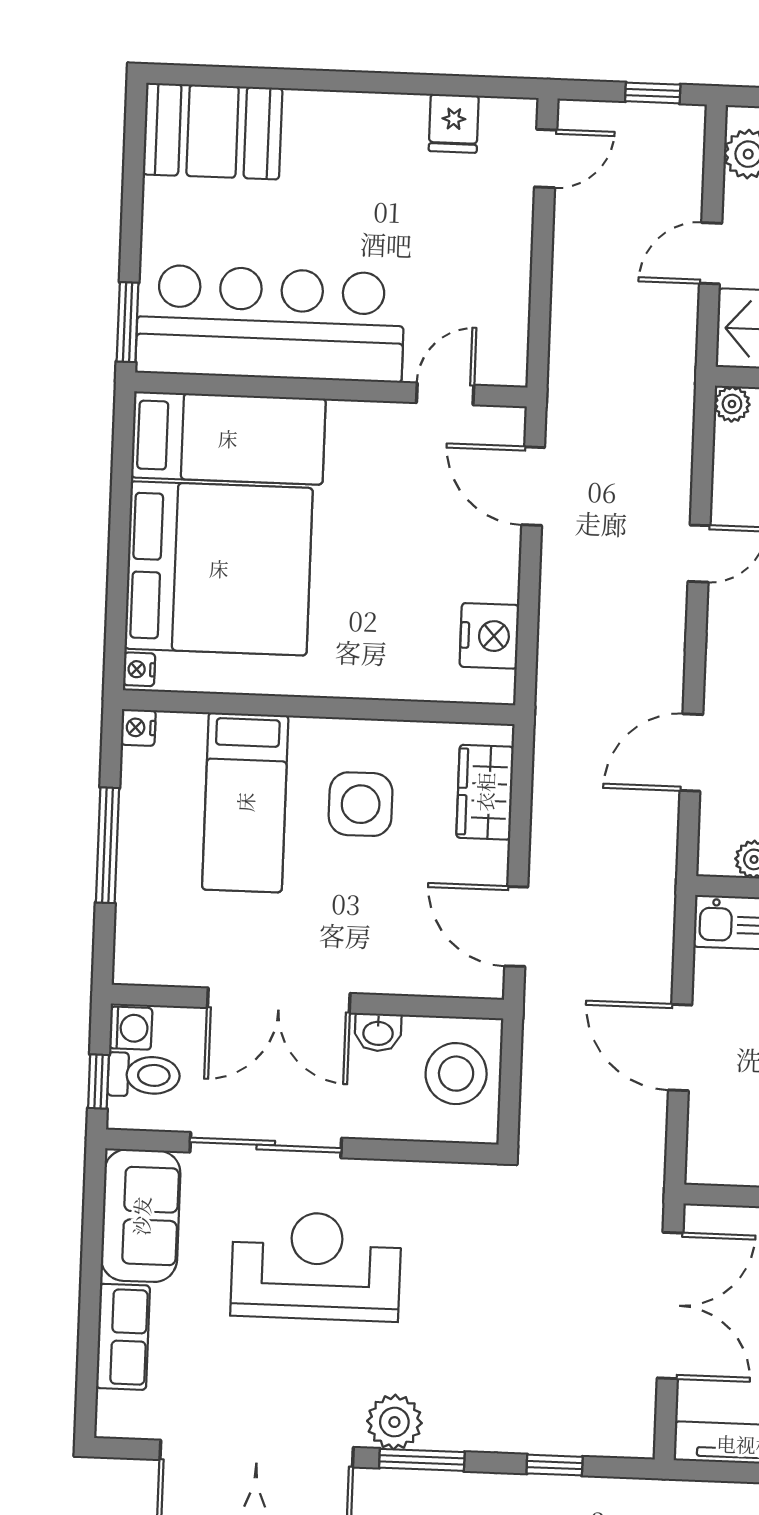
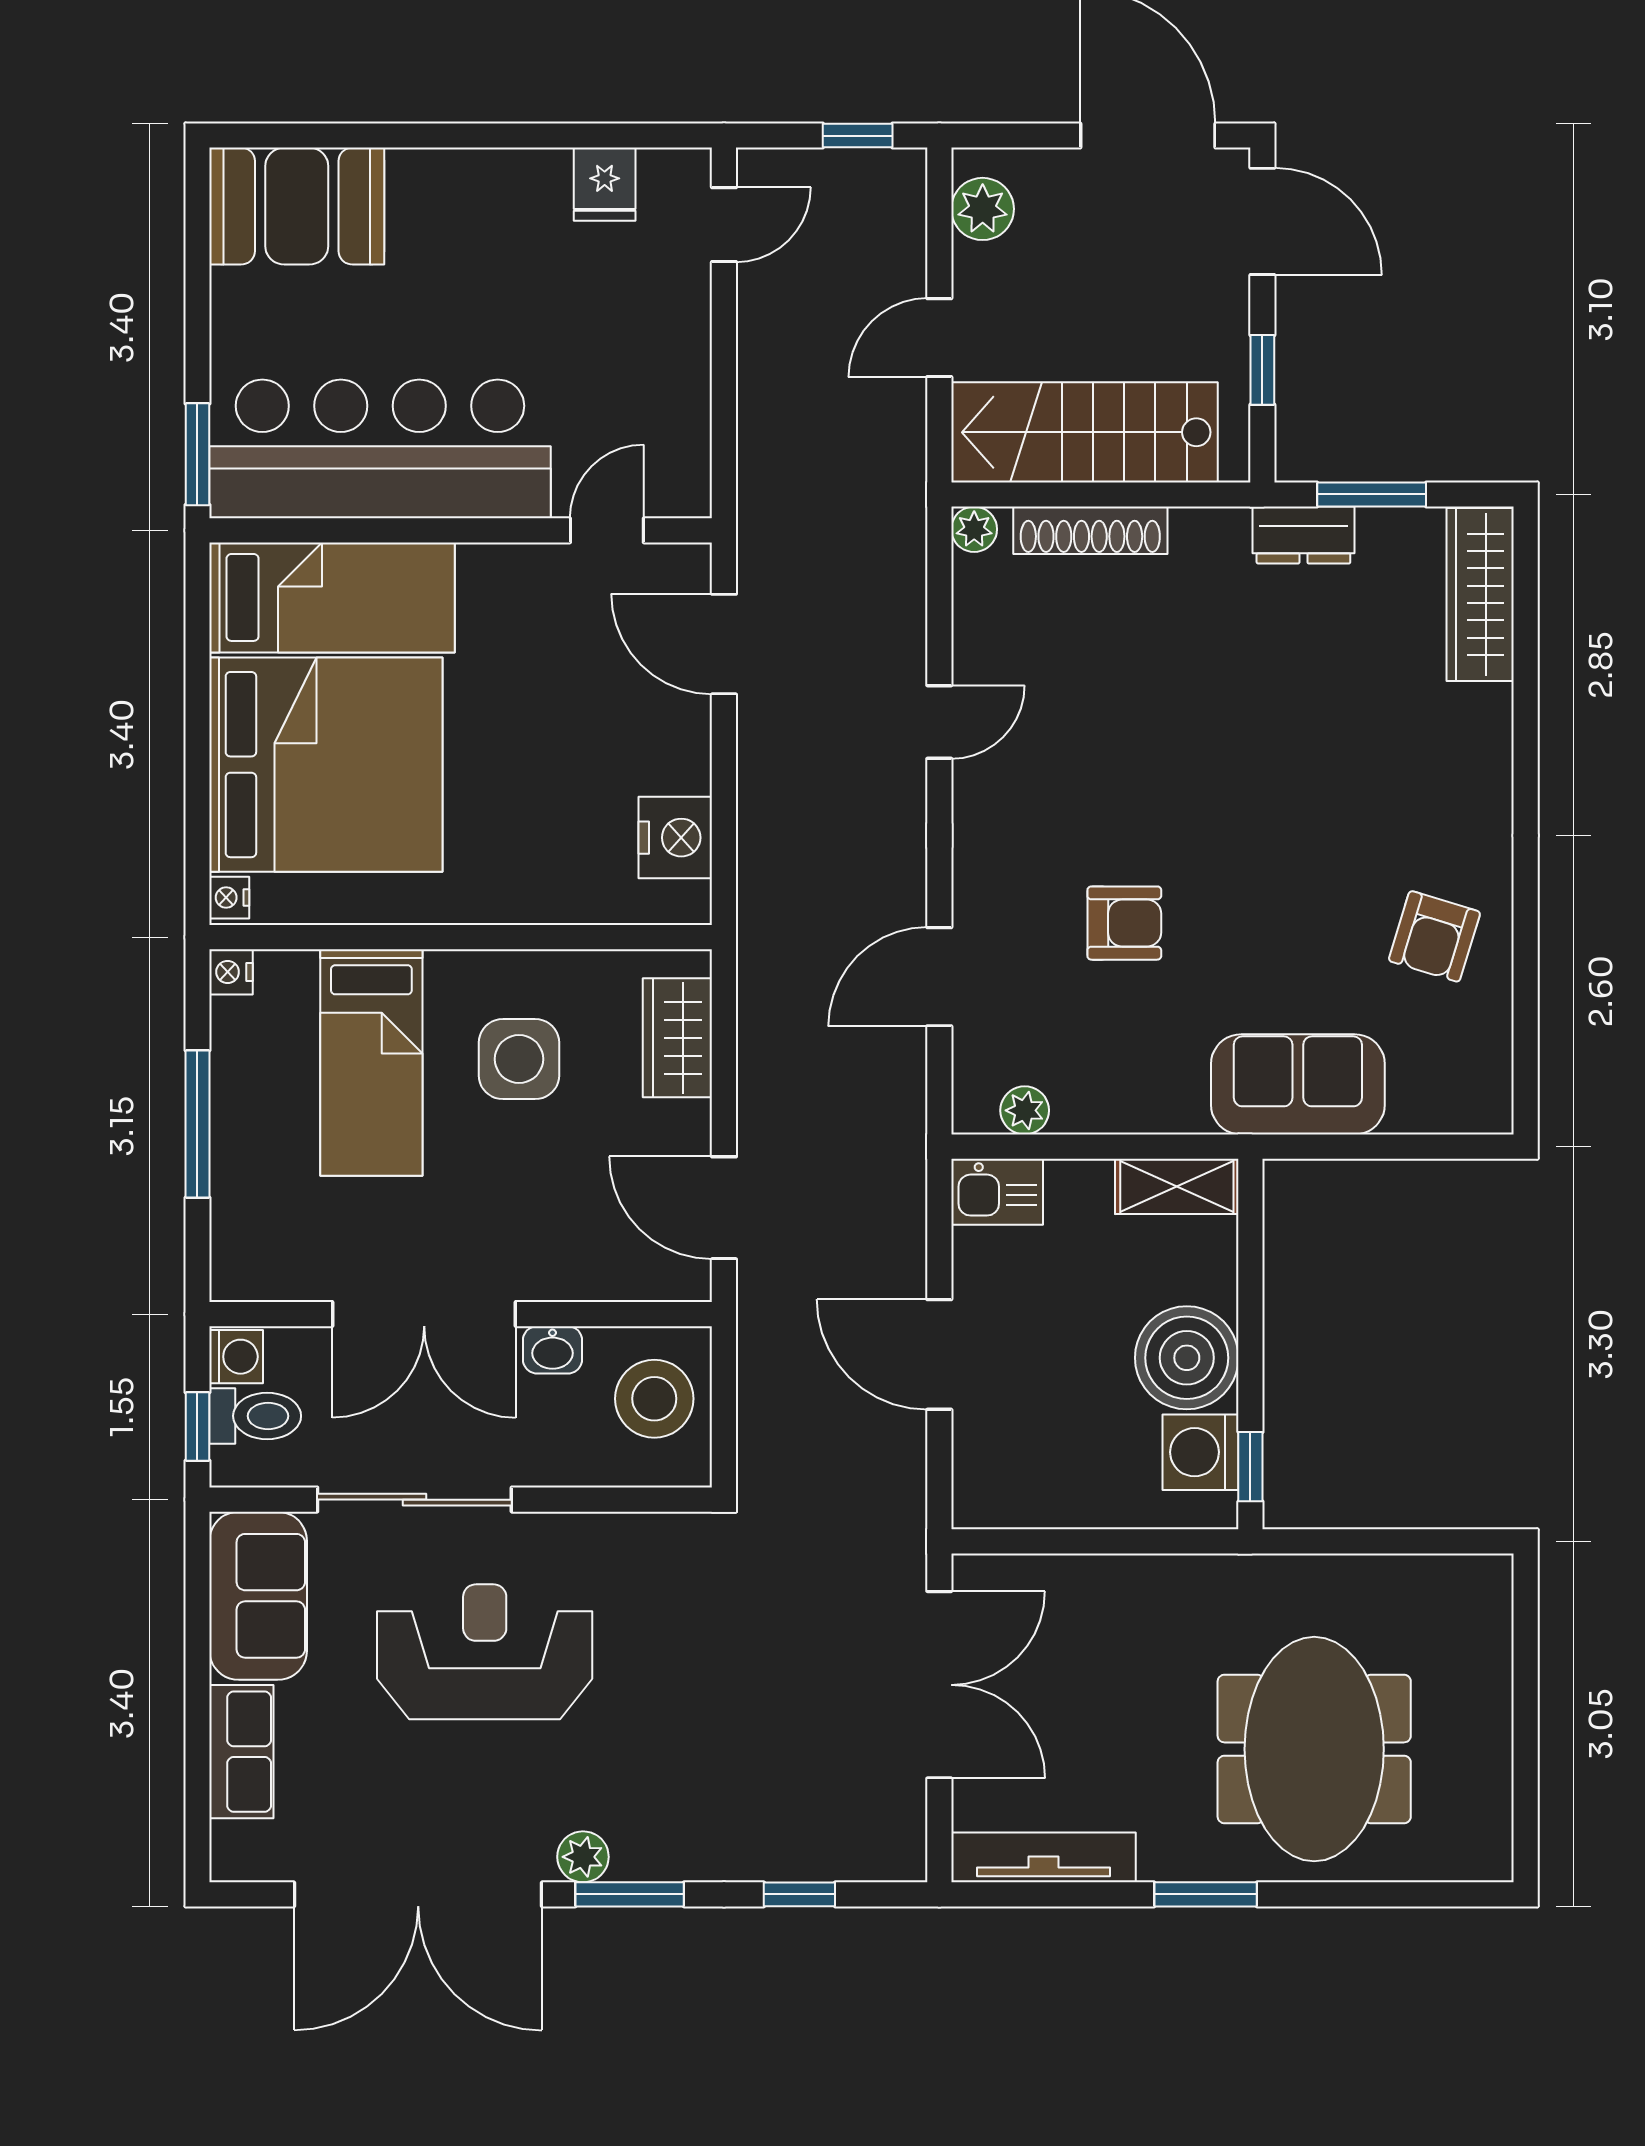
plant: (394, 1422) -> (583, 1857), width x0.73, depth x0.73

